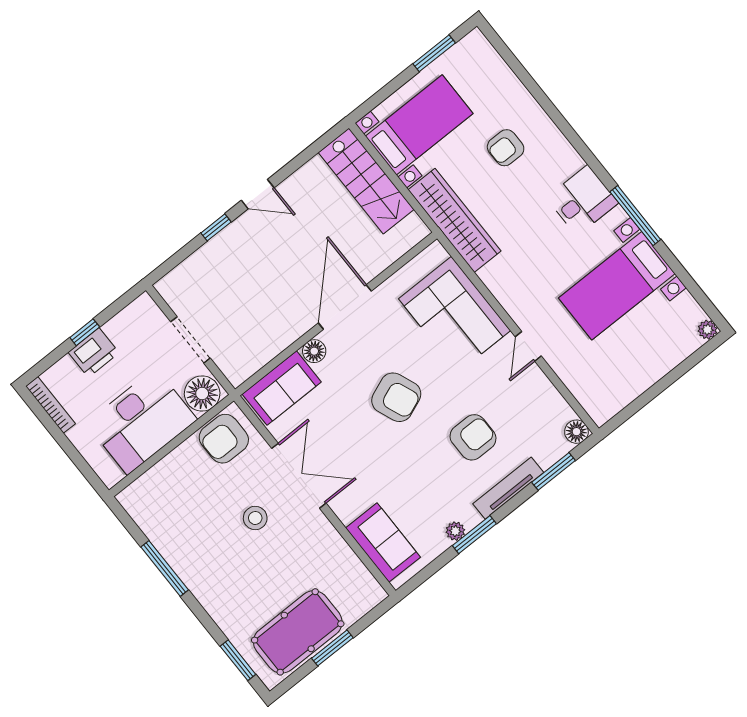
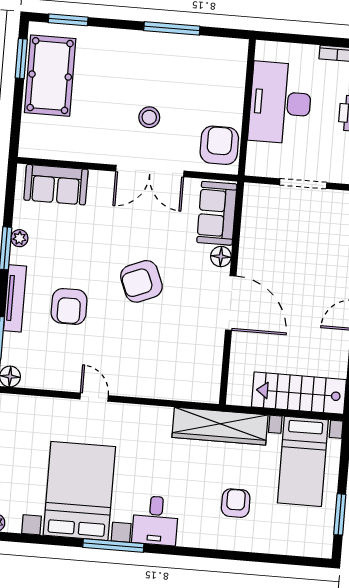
bed with nightstands: (617, 286) -> (79, 491), width x1.36
corner sofa: (455, 315) -> (159, 369), removed
floor lamp: (202, 394) -> (262, 159), removed
window: (332, 648) -> (21, 59), moved

